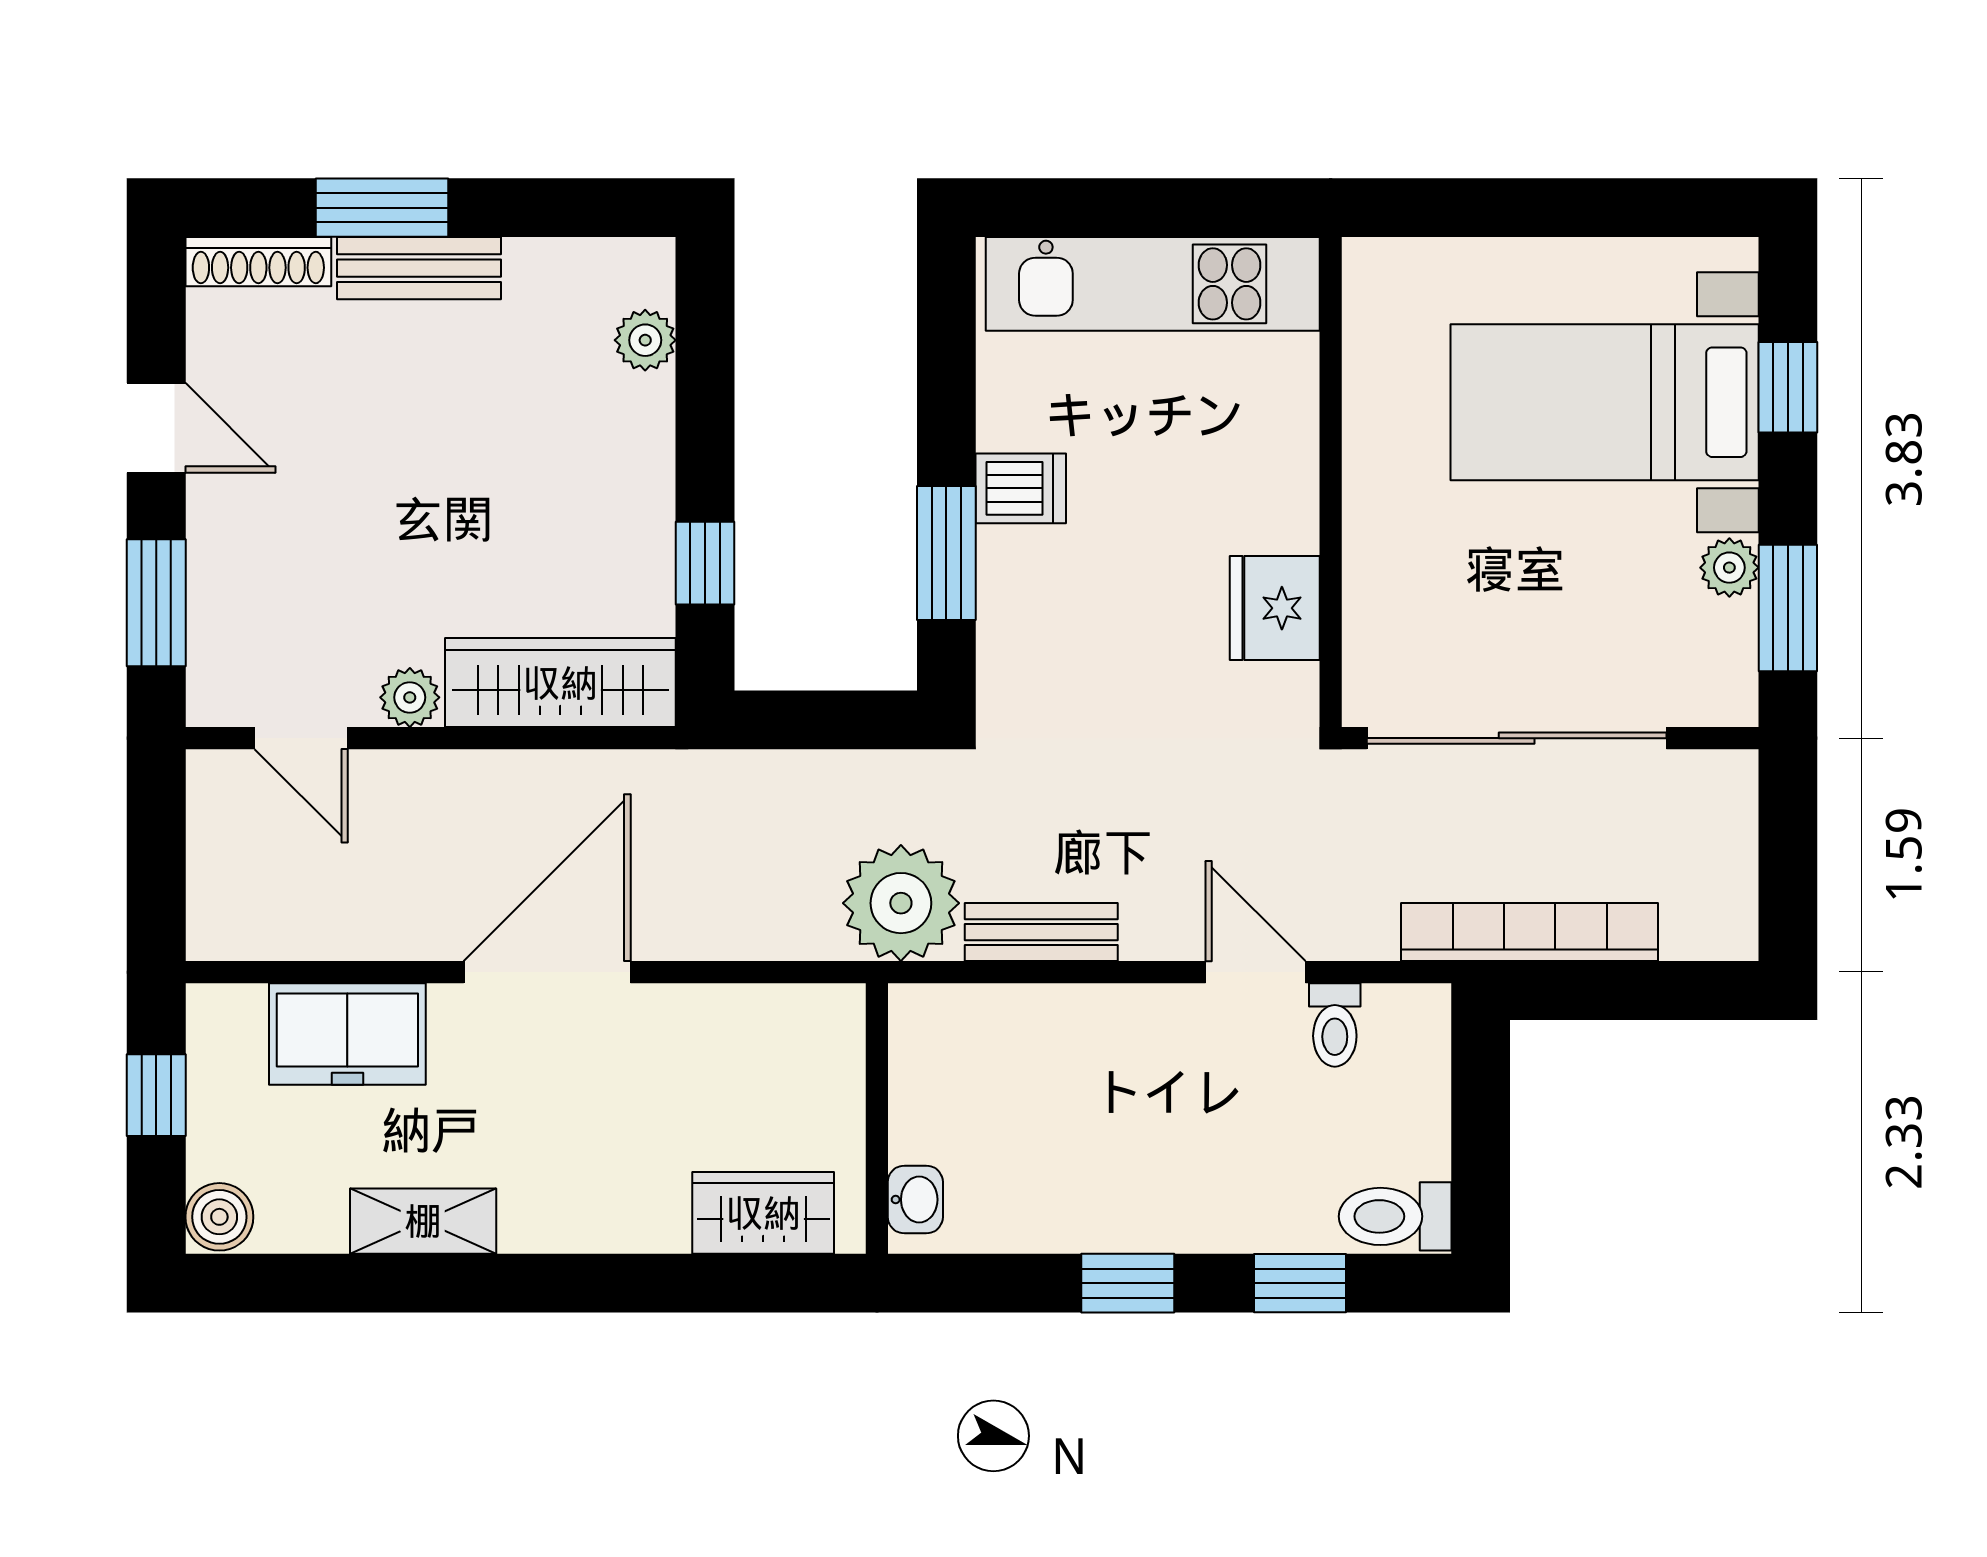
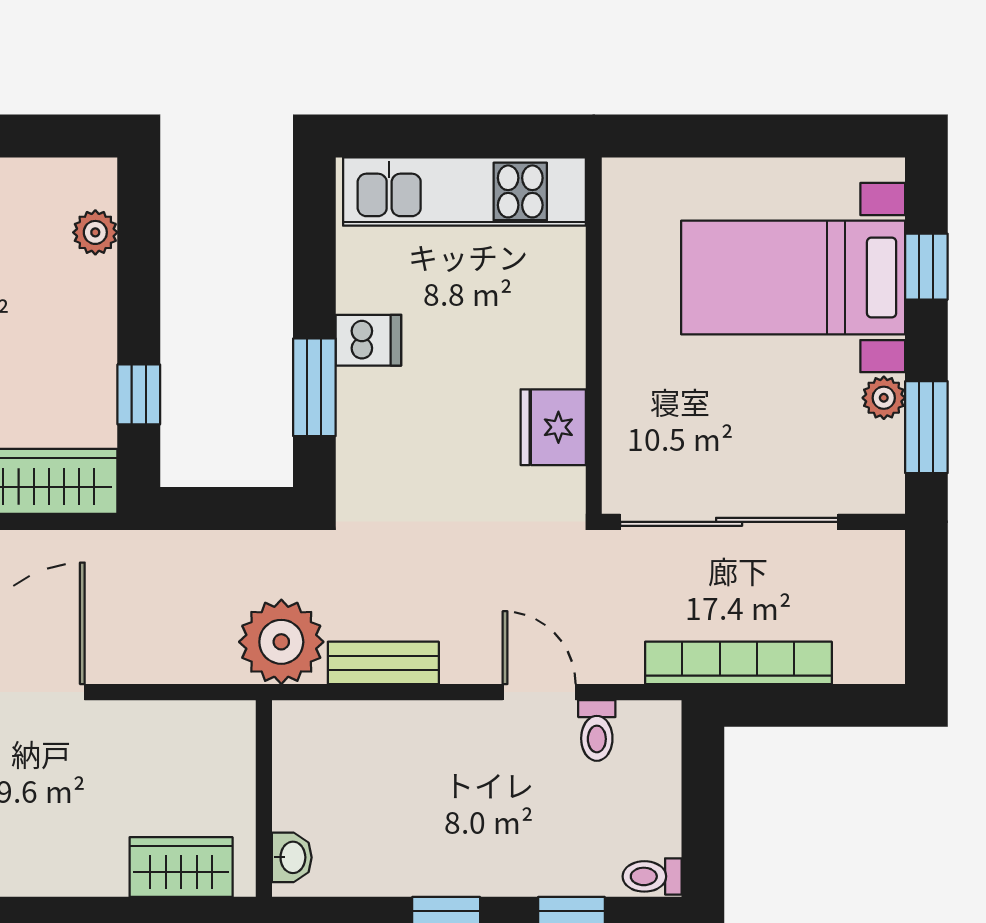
toilet: (1395, 1216) -> (652, 876), width x0.73, depth x0.72

